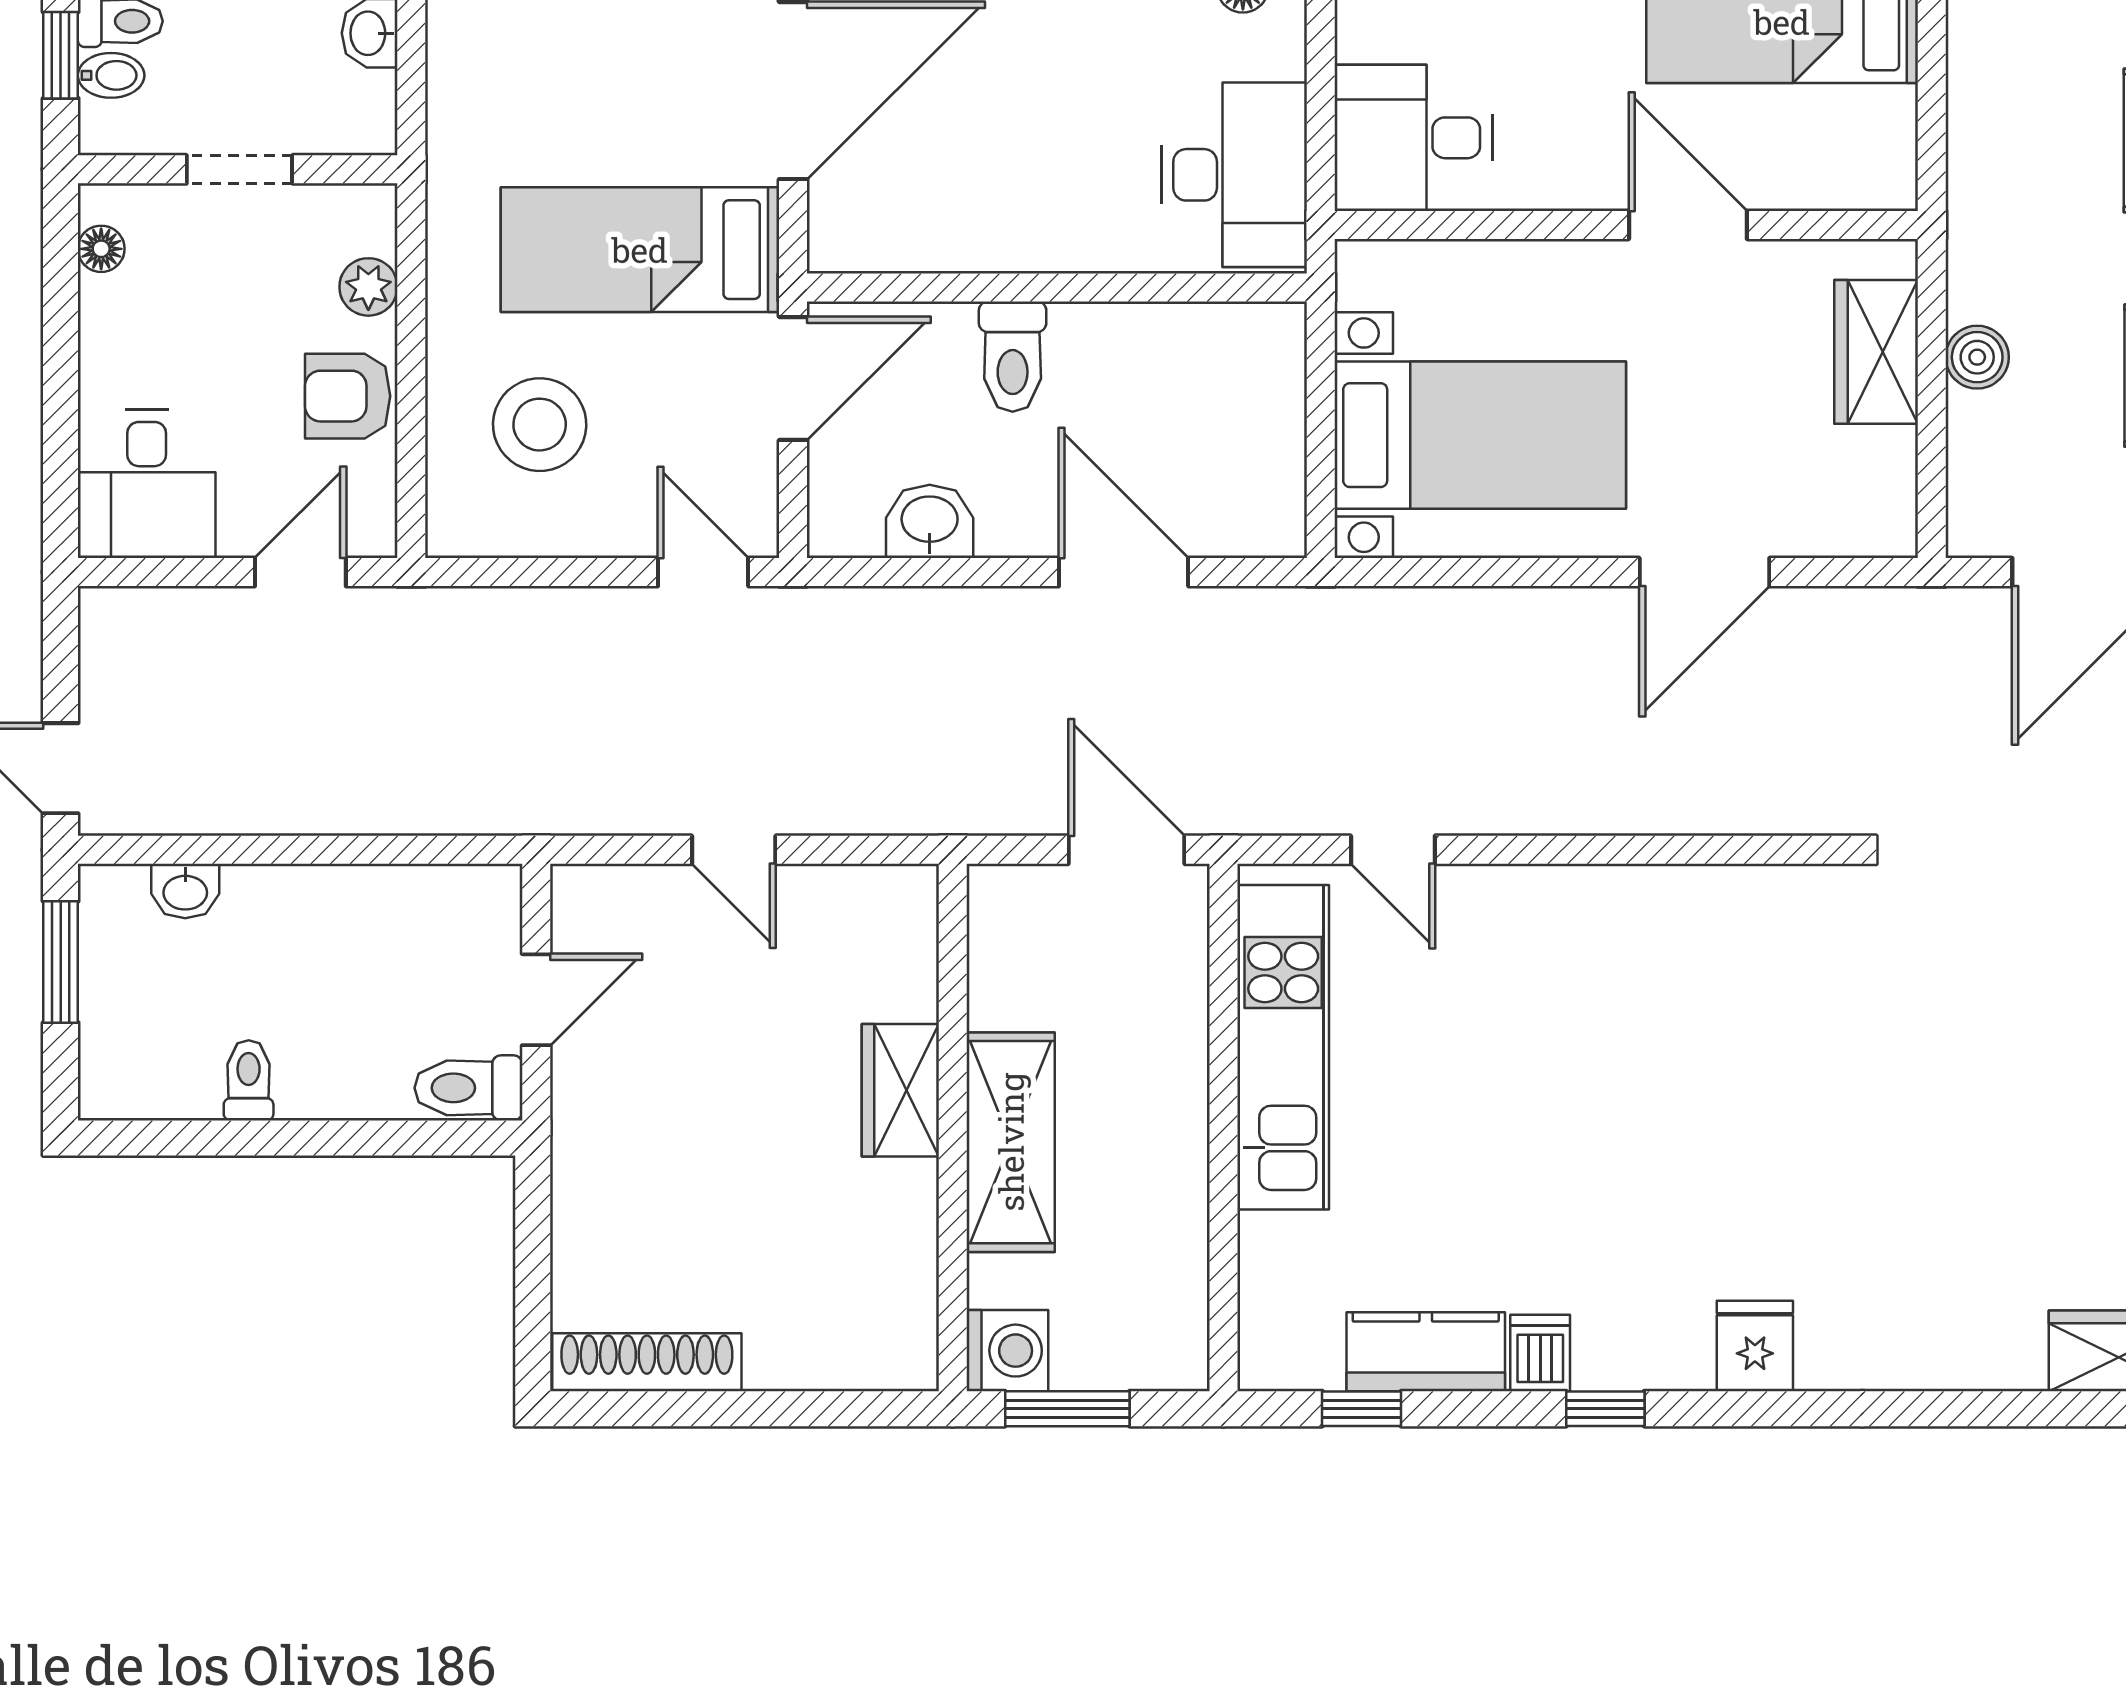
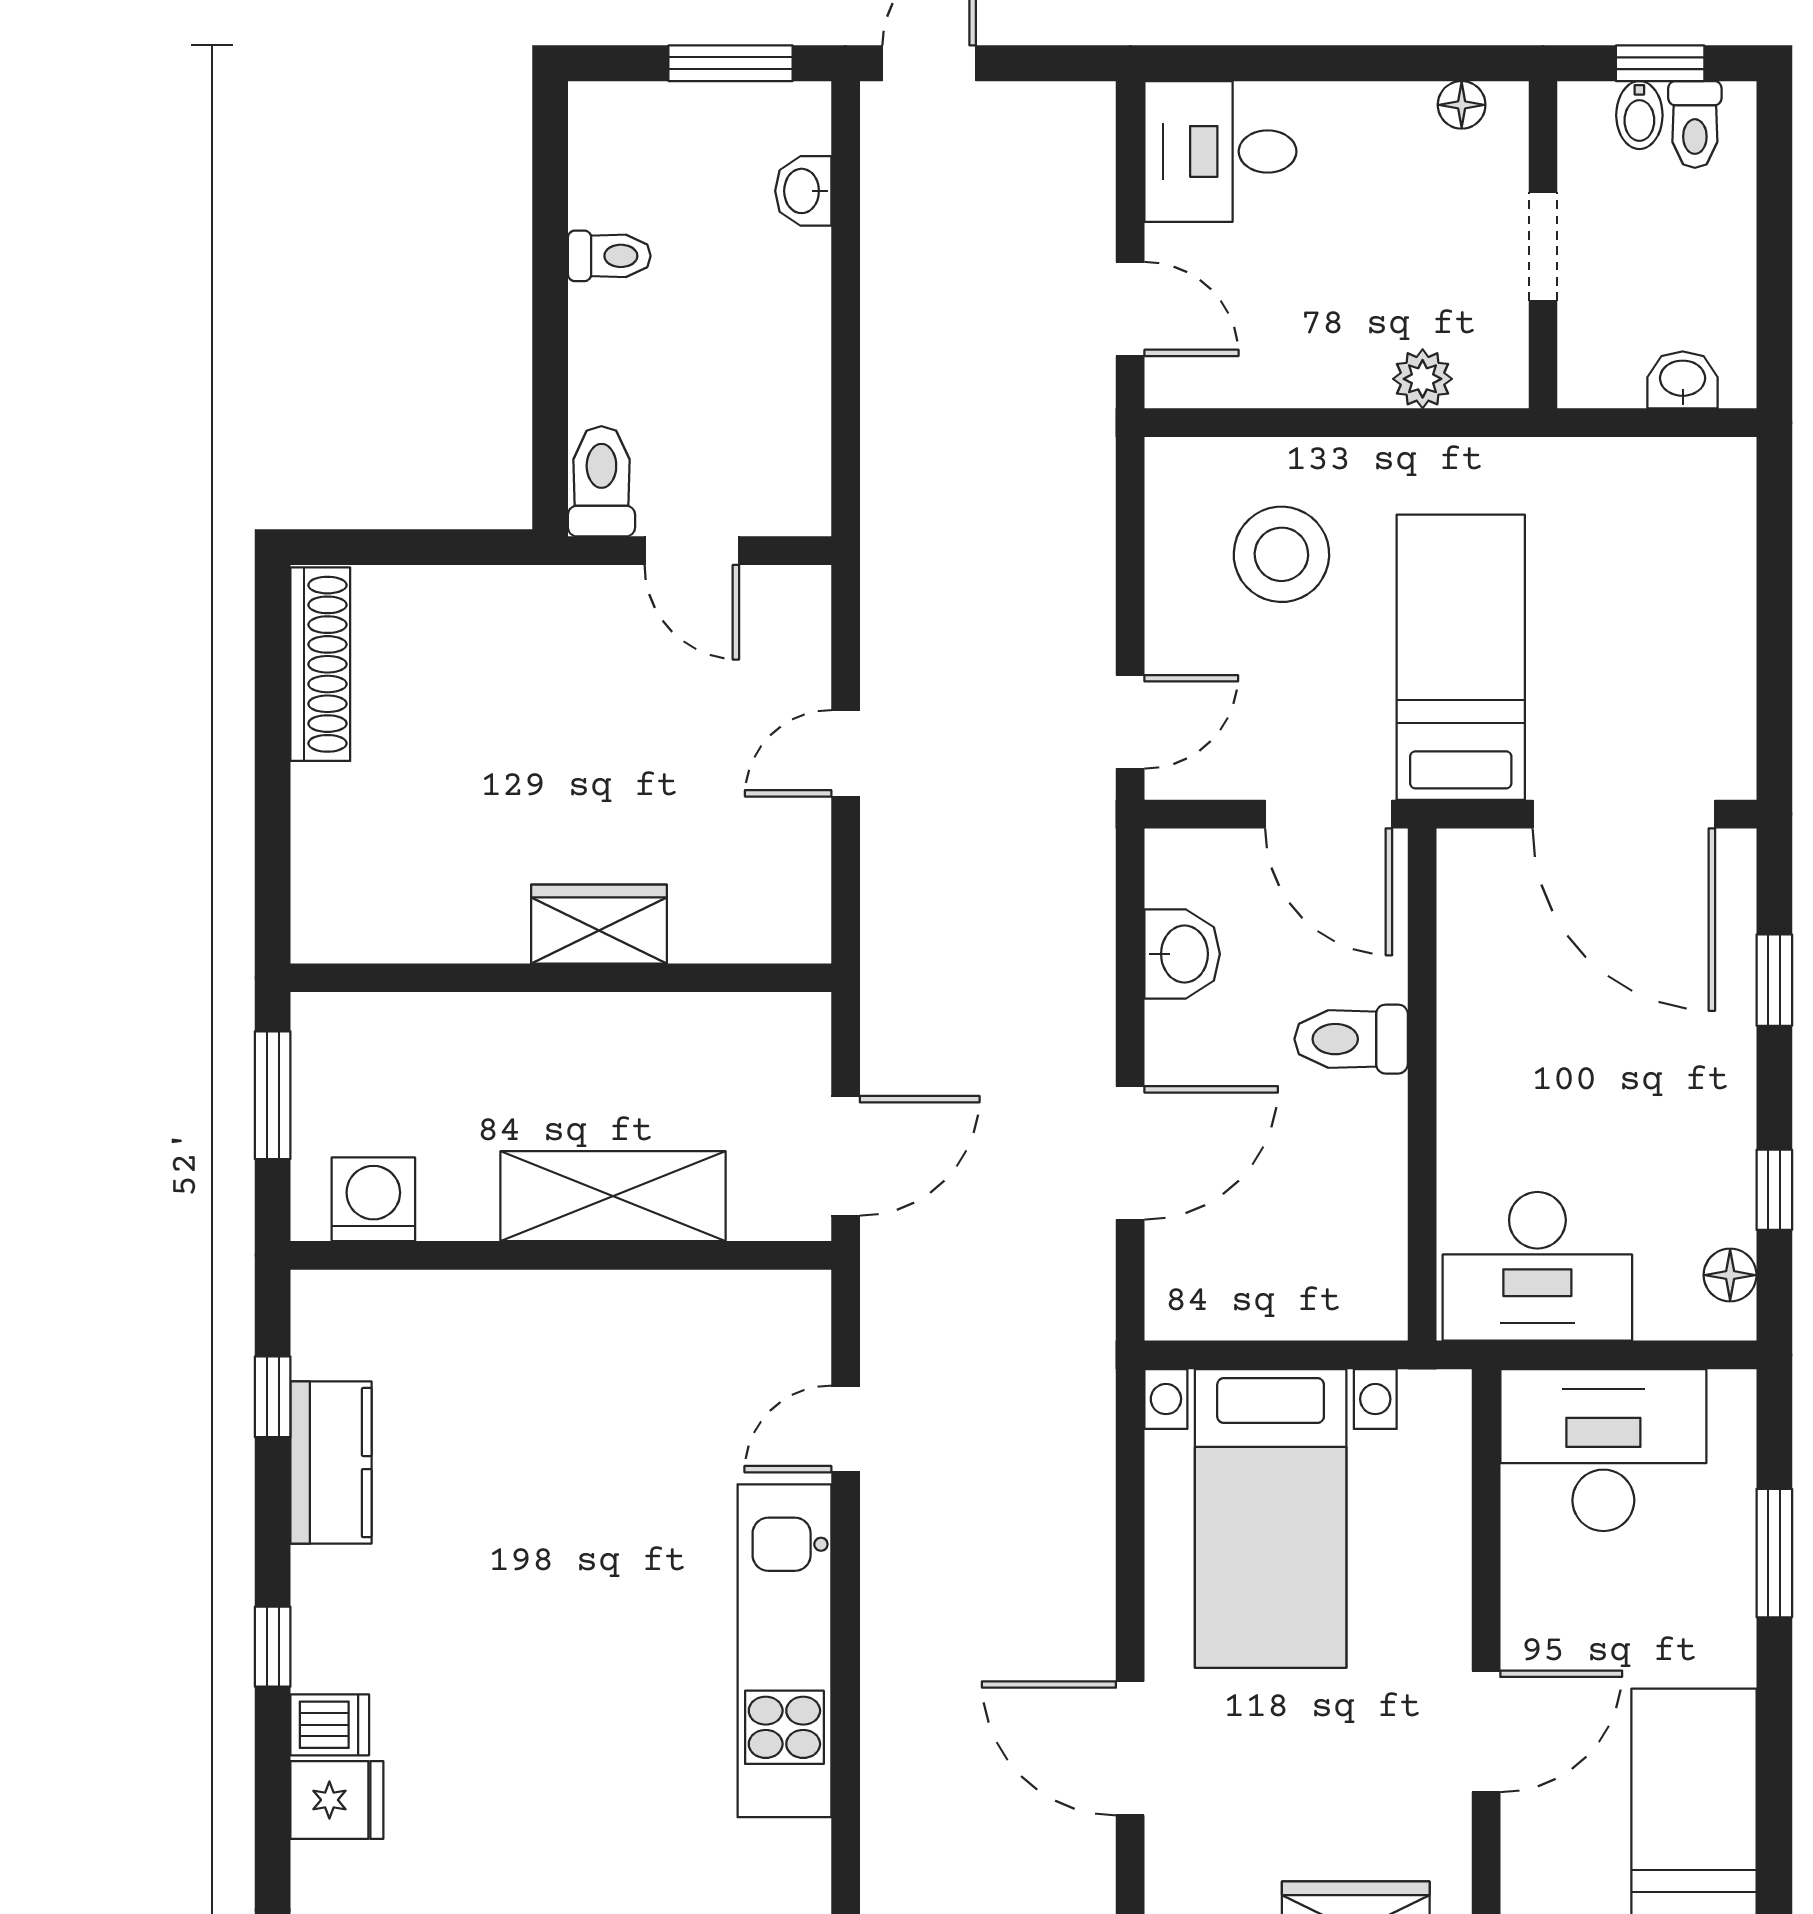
desk: (1414, 138) -> (1603, 1450), width x1.37
armchair: (348, 396) -> (1311, 358), removed
kitchen unit: (1283, 1047) -> (784, 1651), moved, turned 90
shelving: (1011, 1142) -> (613, 1196), moved
washing machine: (1007, 1351) -> (373, 1199), moved, turned 180
dishwasher: (1540, 1353) -> (330, 1725), moved

